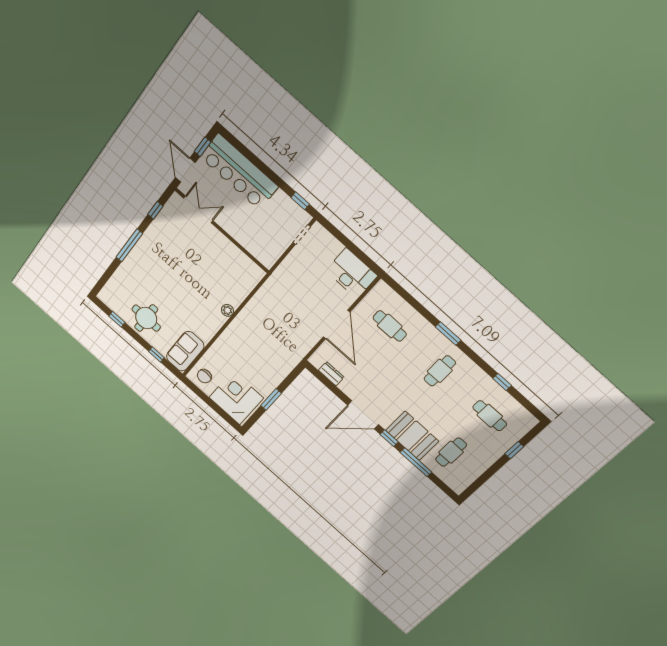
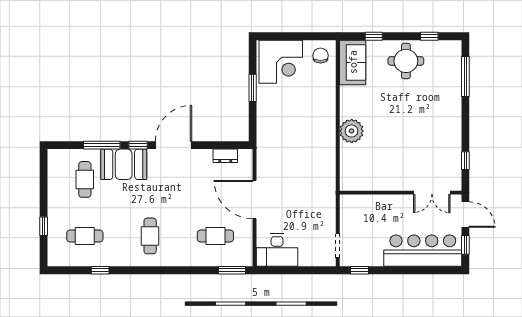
window: (129, 245) -> (465, 77), moved
plant: (227, 310) -> (352, 131), width x1.88, depth x1.88
window: (448, 333) -> (232, 270), moved

